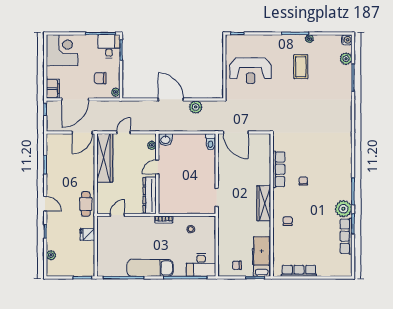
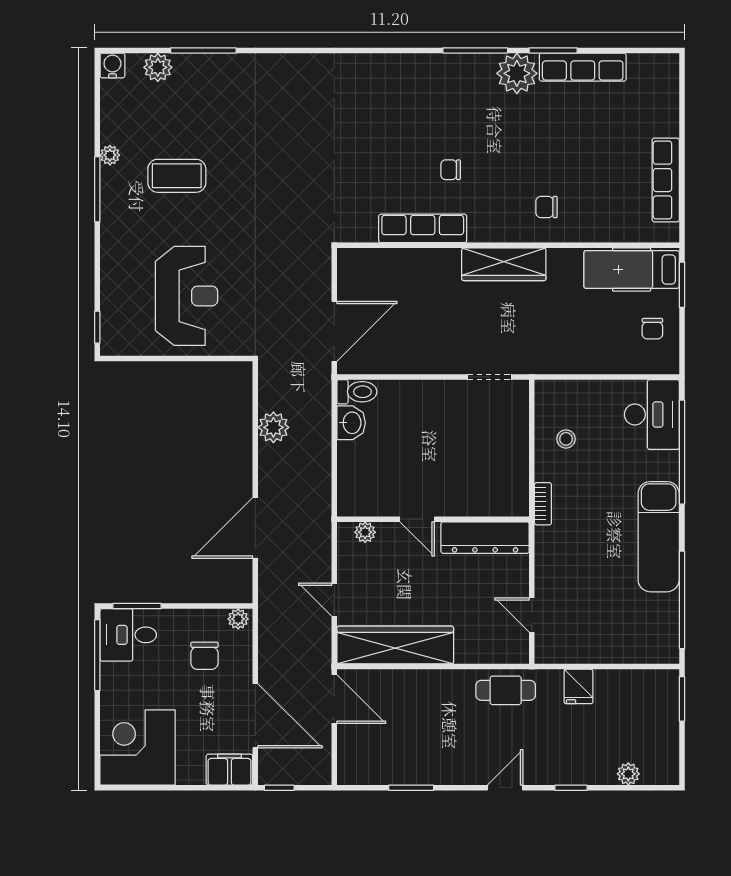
door: (171, 99) -> (255, 528), moved
washbasin: (165, 139) -> (351, 423), moved

